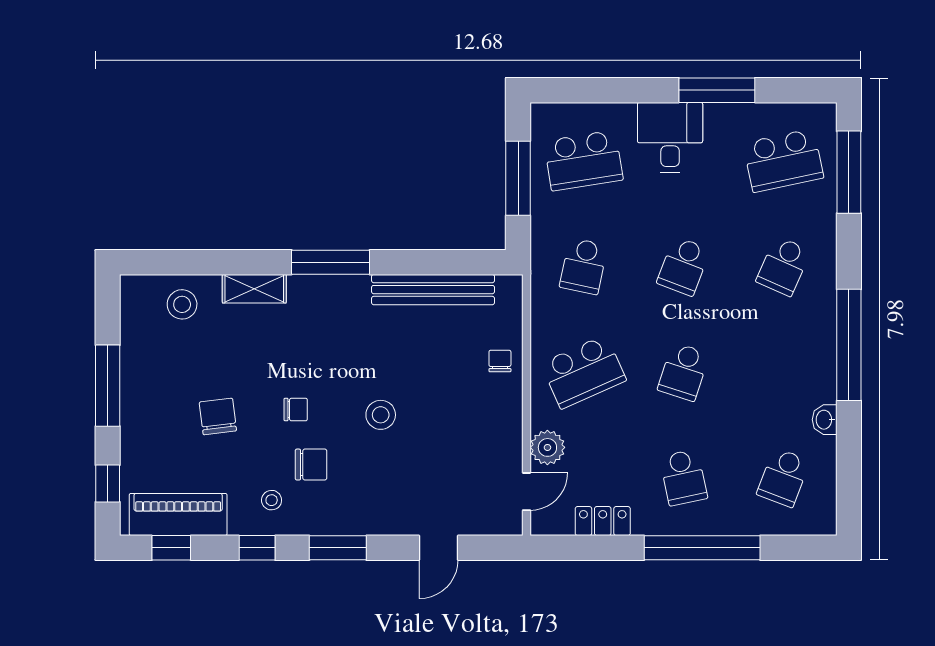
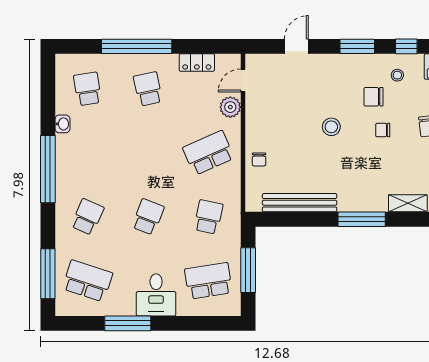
school desk: (783, 160) -> (87, 281), turned 30
school desk: (683, 372) -> (148, 153), removed
school desk: (783, 477) -> (87, 89), turned -30

